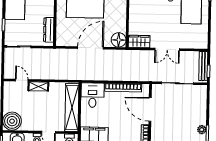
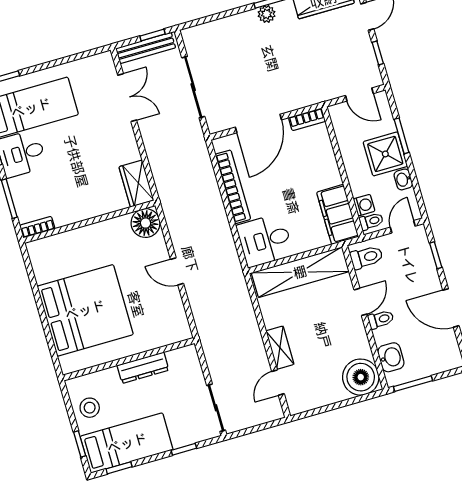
dresser: (49, 30) -> (143, 368), moved
door: (91, 48) -> (177, 271), width x0.53
double door: (167, 49) -> (127, 98), moved

